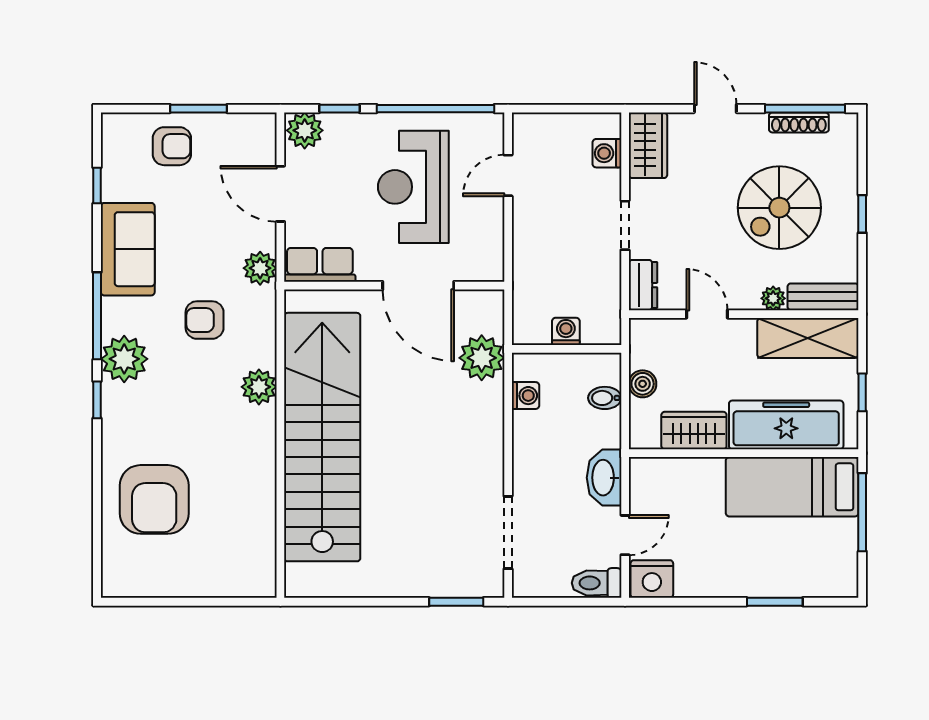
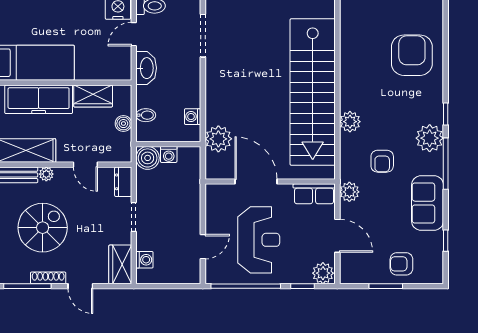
shoe rack: (799, 122) -> (48, 278), moved
armchair: (205, 320) -> (382, 161), turned 90
boiler: (602, 325) -> (148, 158), added

